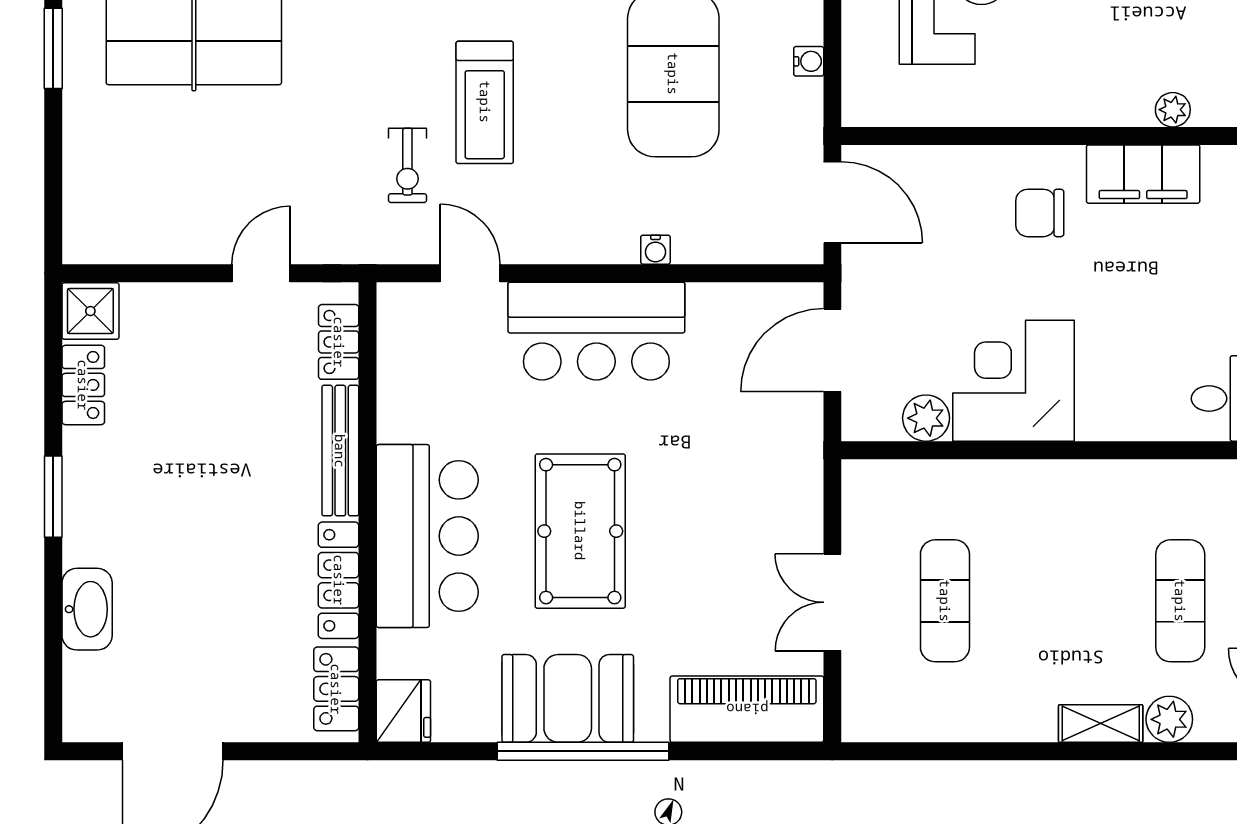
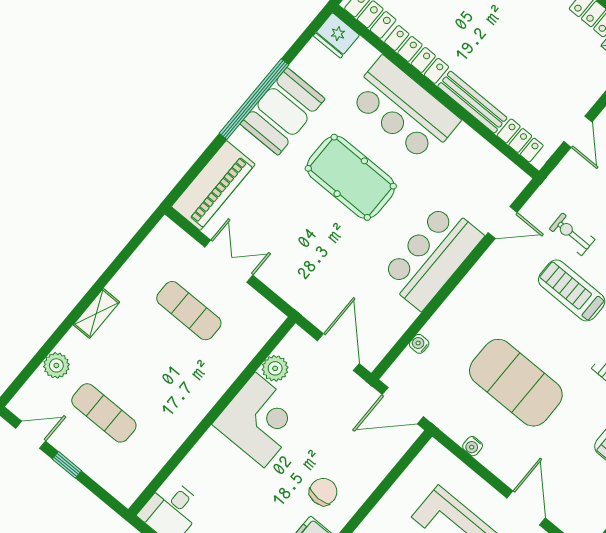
water cooler: (655, 250) -> (419, 344), moved
shelving: (1101, 724) -> (96, 313), moved

